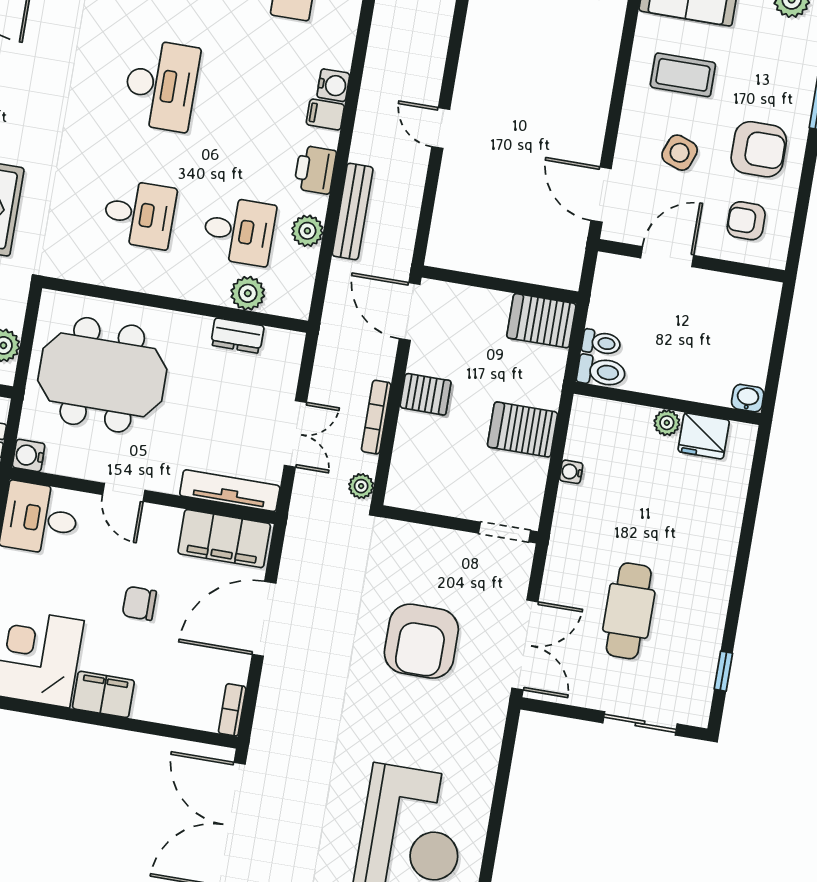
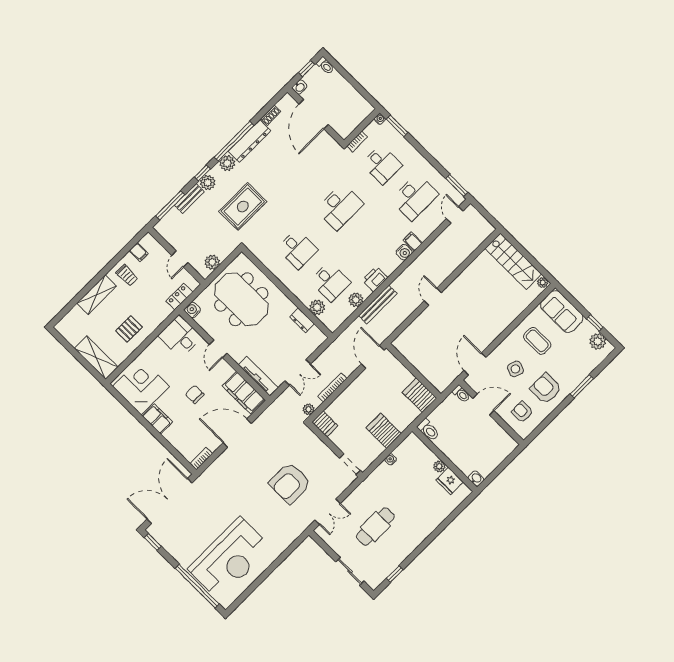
filing cabinet: (325, 115) -> (413, 242), moved
armchair: (759, 149) -> (546, 389), turned 180
toilet: (601, 343) -> (461, 394), moved
server rack: (425, 394) -> (325, 424), moved
double door: (525, 645) -> (328, 512), width x0.73

